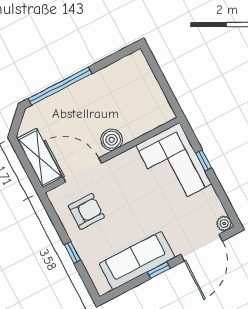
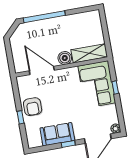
shelving: (40, 158) -> (89, 53), moved, turned 90
armchair: (86, 211) -> (33, 107), moved, turned 90
sofa: (137, 261) -> (57, 134), width x0.73

